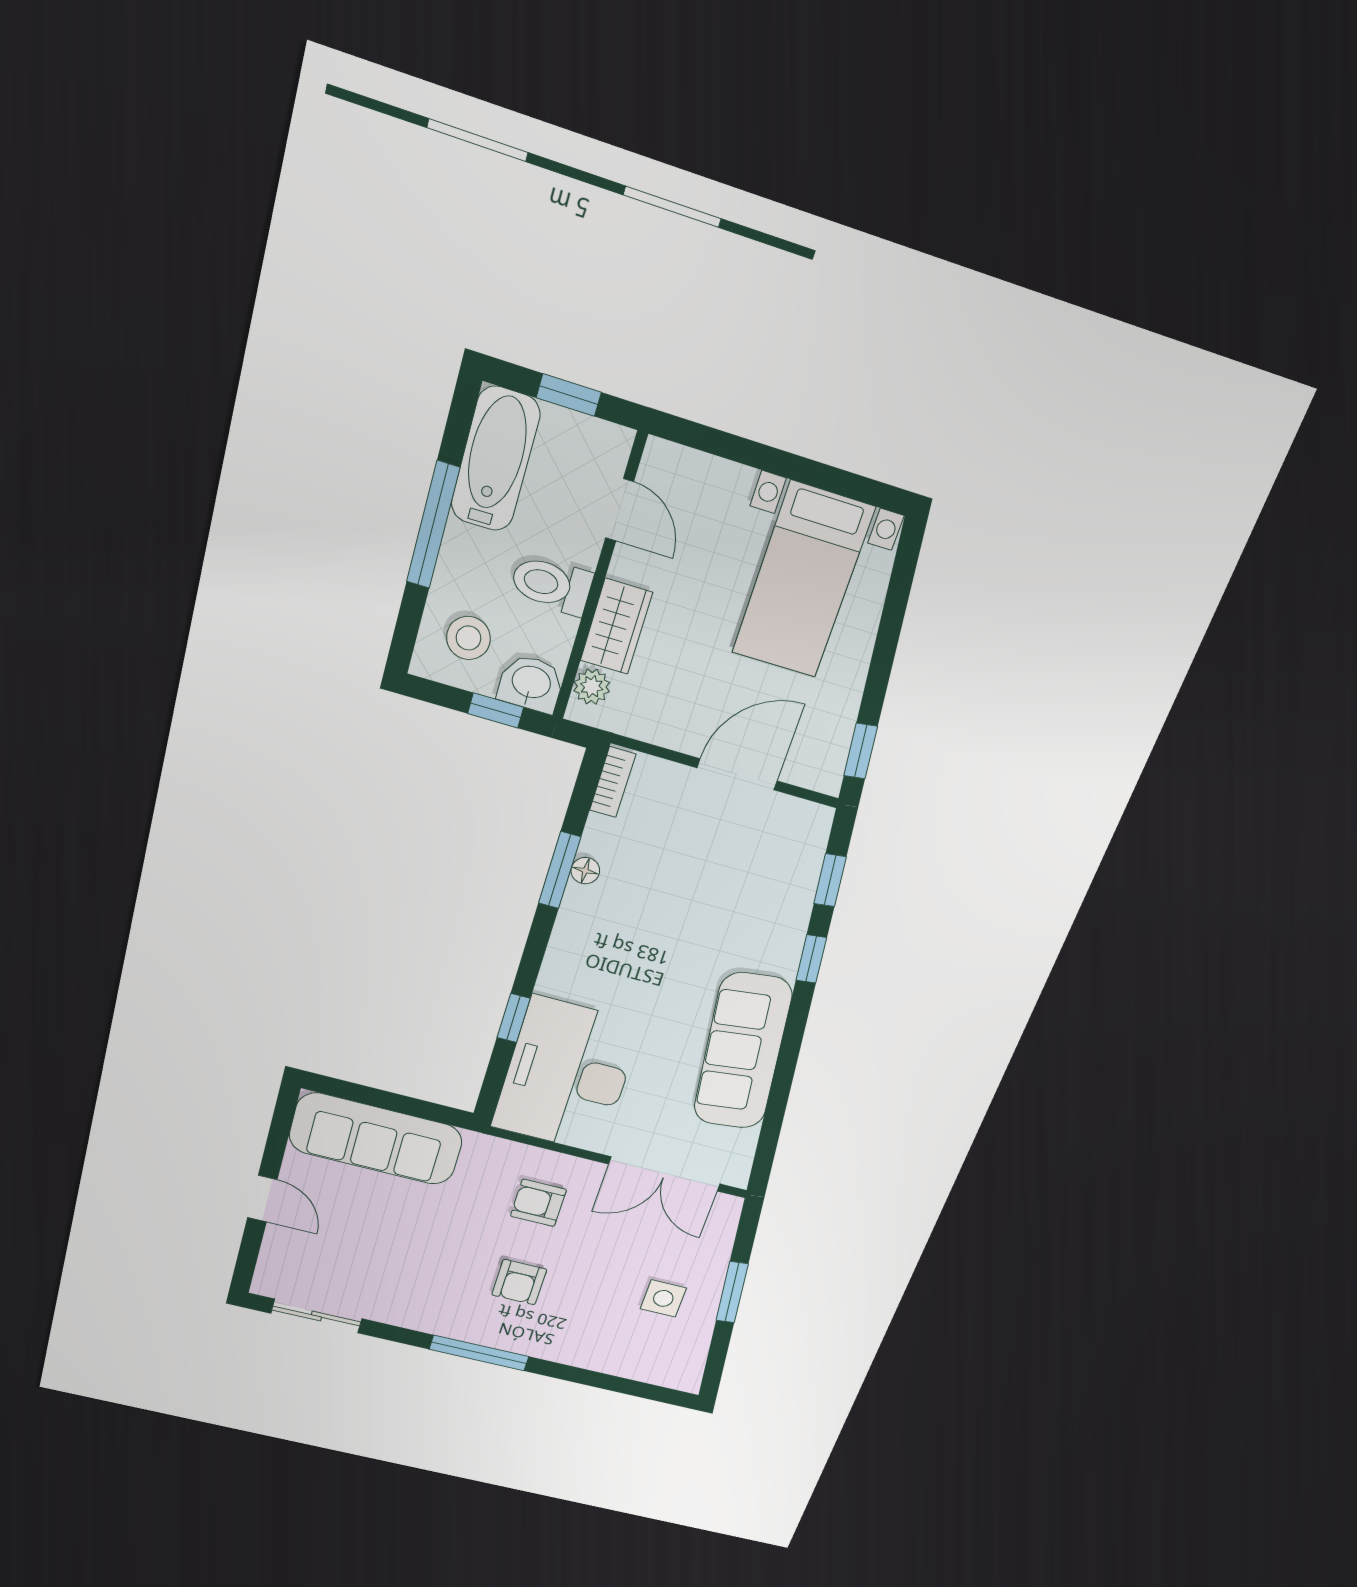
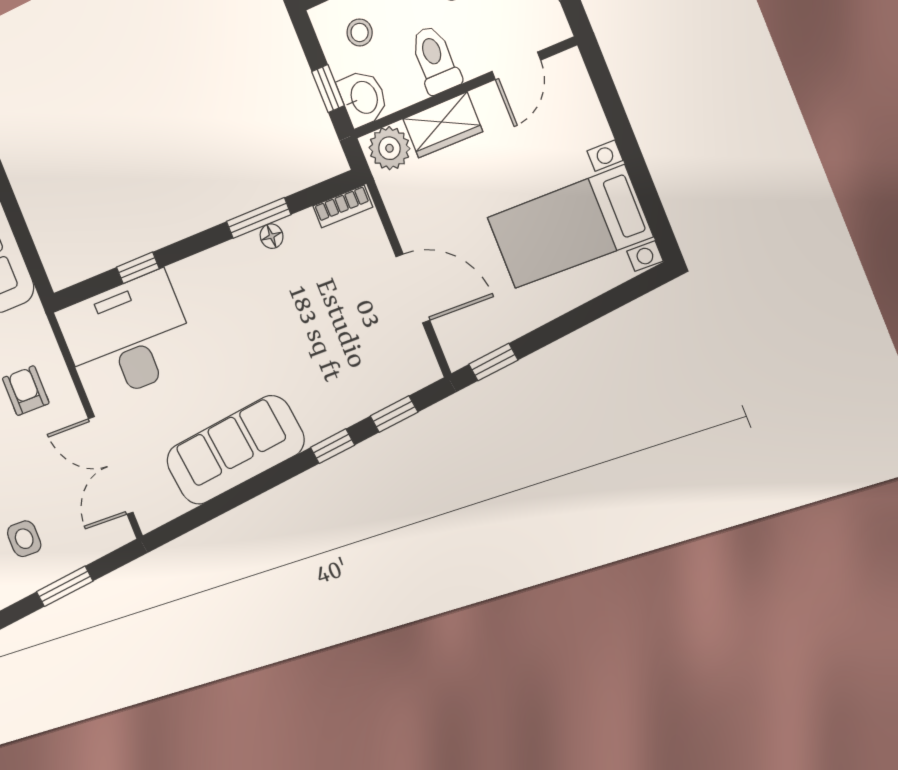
stool: (468, 638) -> (360, 32), width x0.73, depth x0.73
plant: (592, 687) -> (389, 148), width x1.38, depth x1.38

